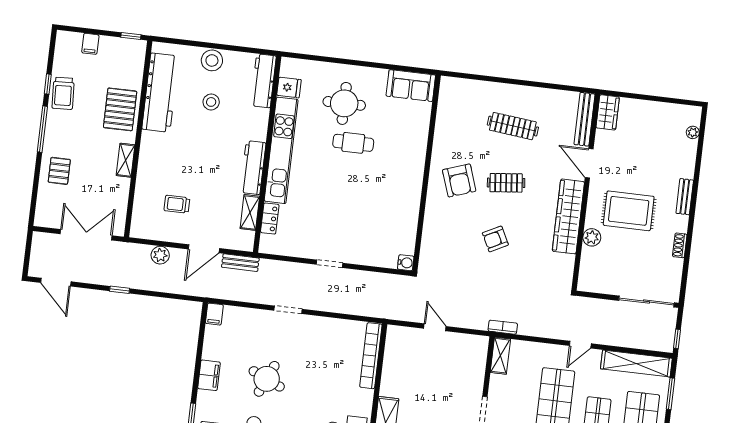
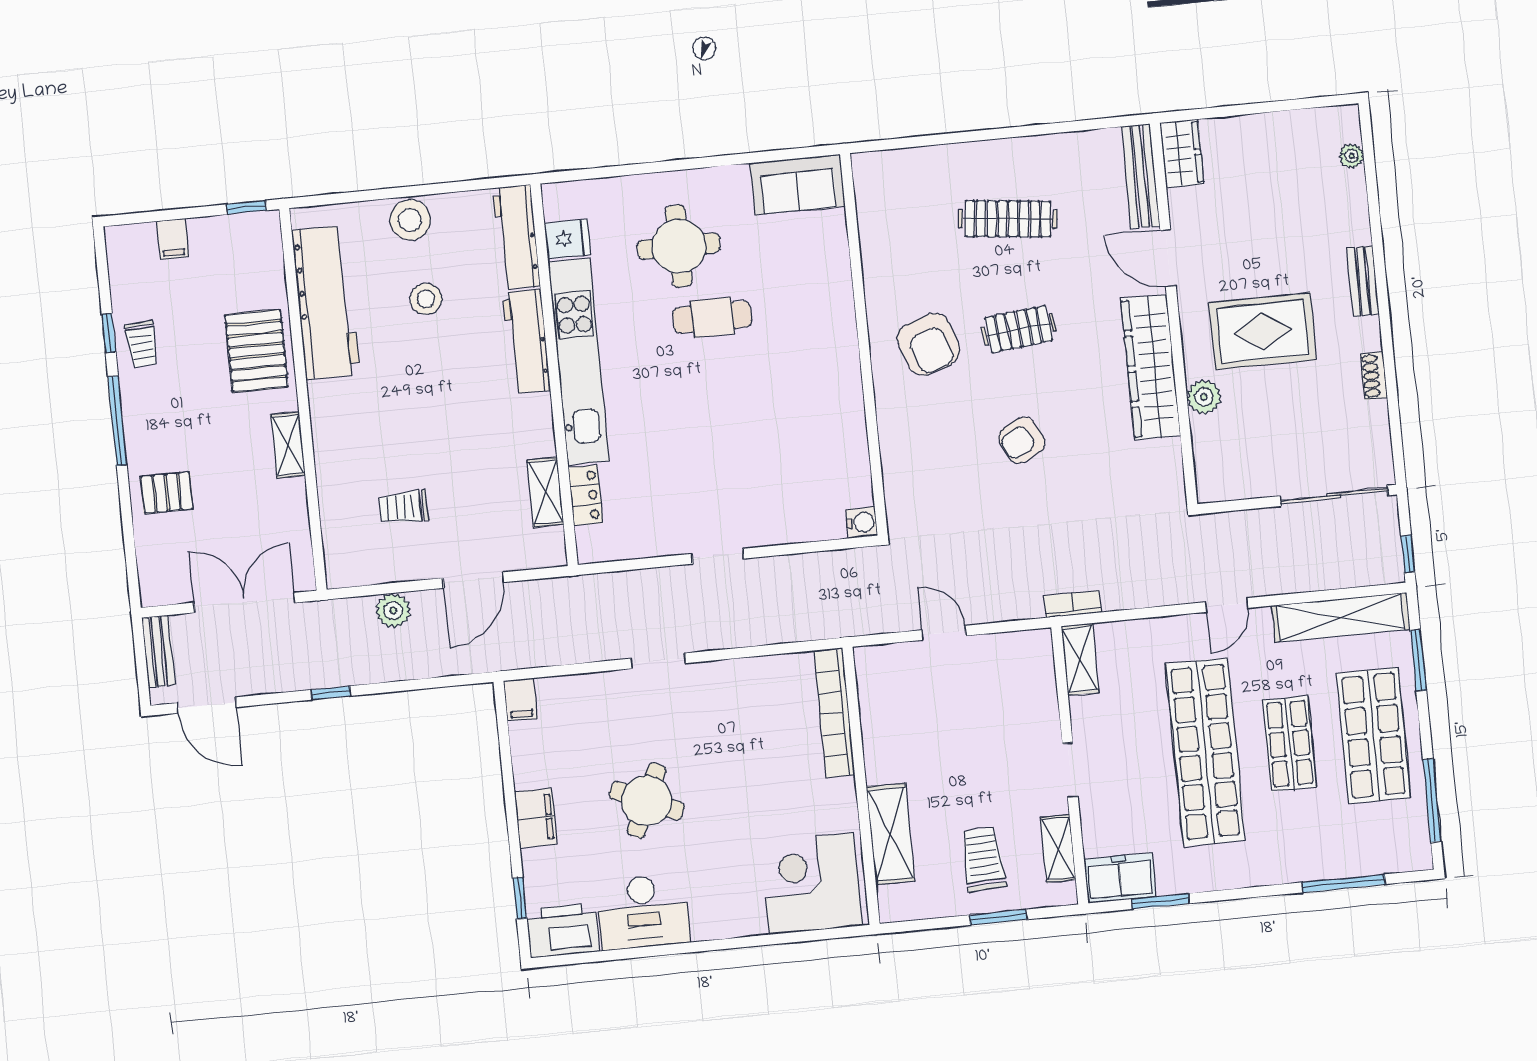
trolley: (63, 93) -> (142, 344), width x0.73, depth x0.72
workbench: (253, 168) -> (527, 341), moved
pallet: (59, 171) -> (167, 493), turned 90
bench: (240, 263) -> (158, 651), moved, turned 90

